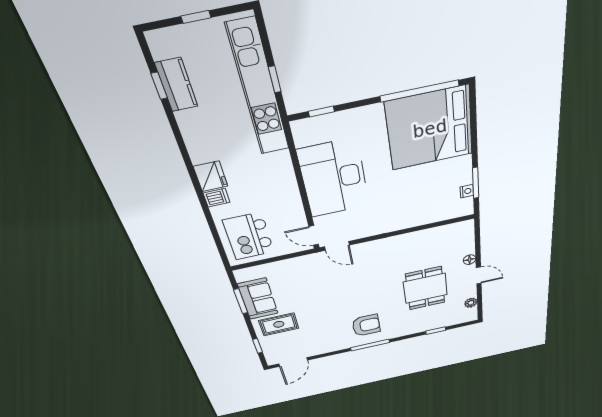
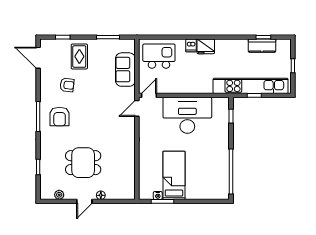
bed: (430, 128) -> (174, 175), moved, width x0.49
sofa: (258, 299) -> (125, 70), moved, turned 90
armchair: (322, 328) -> (67, 85), added

